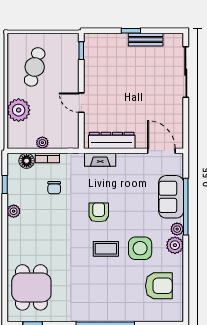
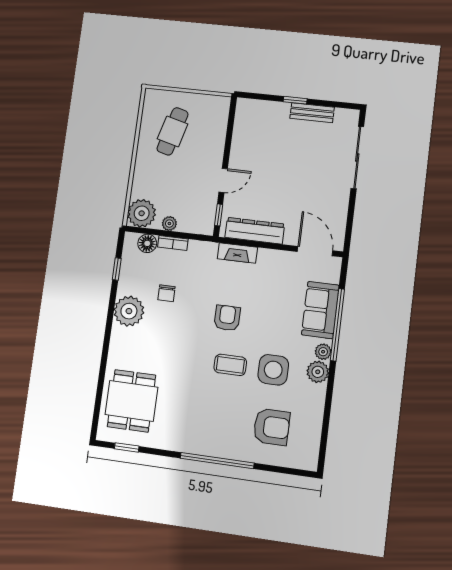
window: (81, 51) -> (219, 215), moved
door: (81, 103) -> (223, 180), swing flipped
plant: (19, 110) -> (142, 213), moved
chair: (54, 188) -> (166, 293), moved
plant: (14, 211) -> (129, 311), width x1.88, depth x1.88
armchair: (159, 286) -> (272, 427), moved

